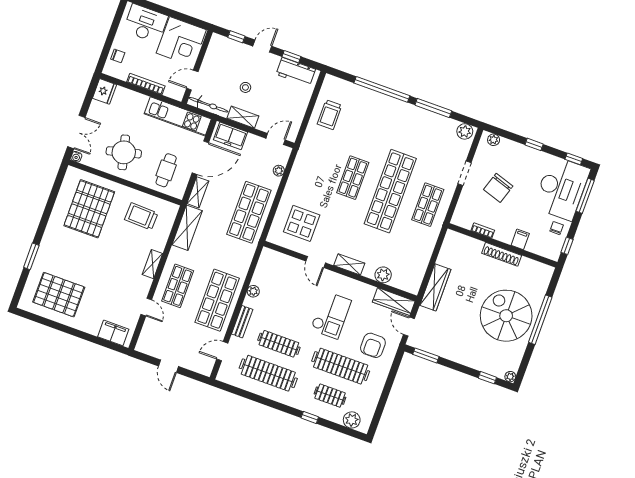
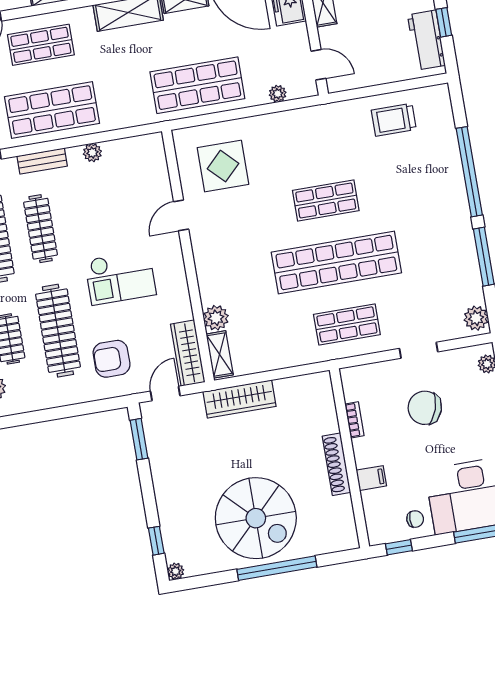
shelving: (349, 264) -> (220, 354), moved
spiral stairs: (506, 316) -> (256, 518), turned 90

